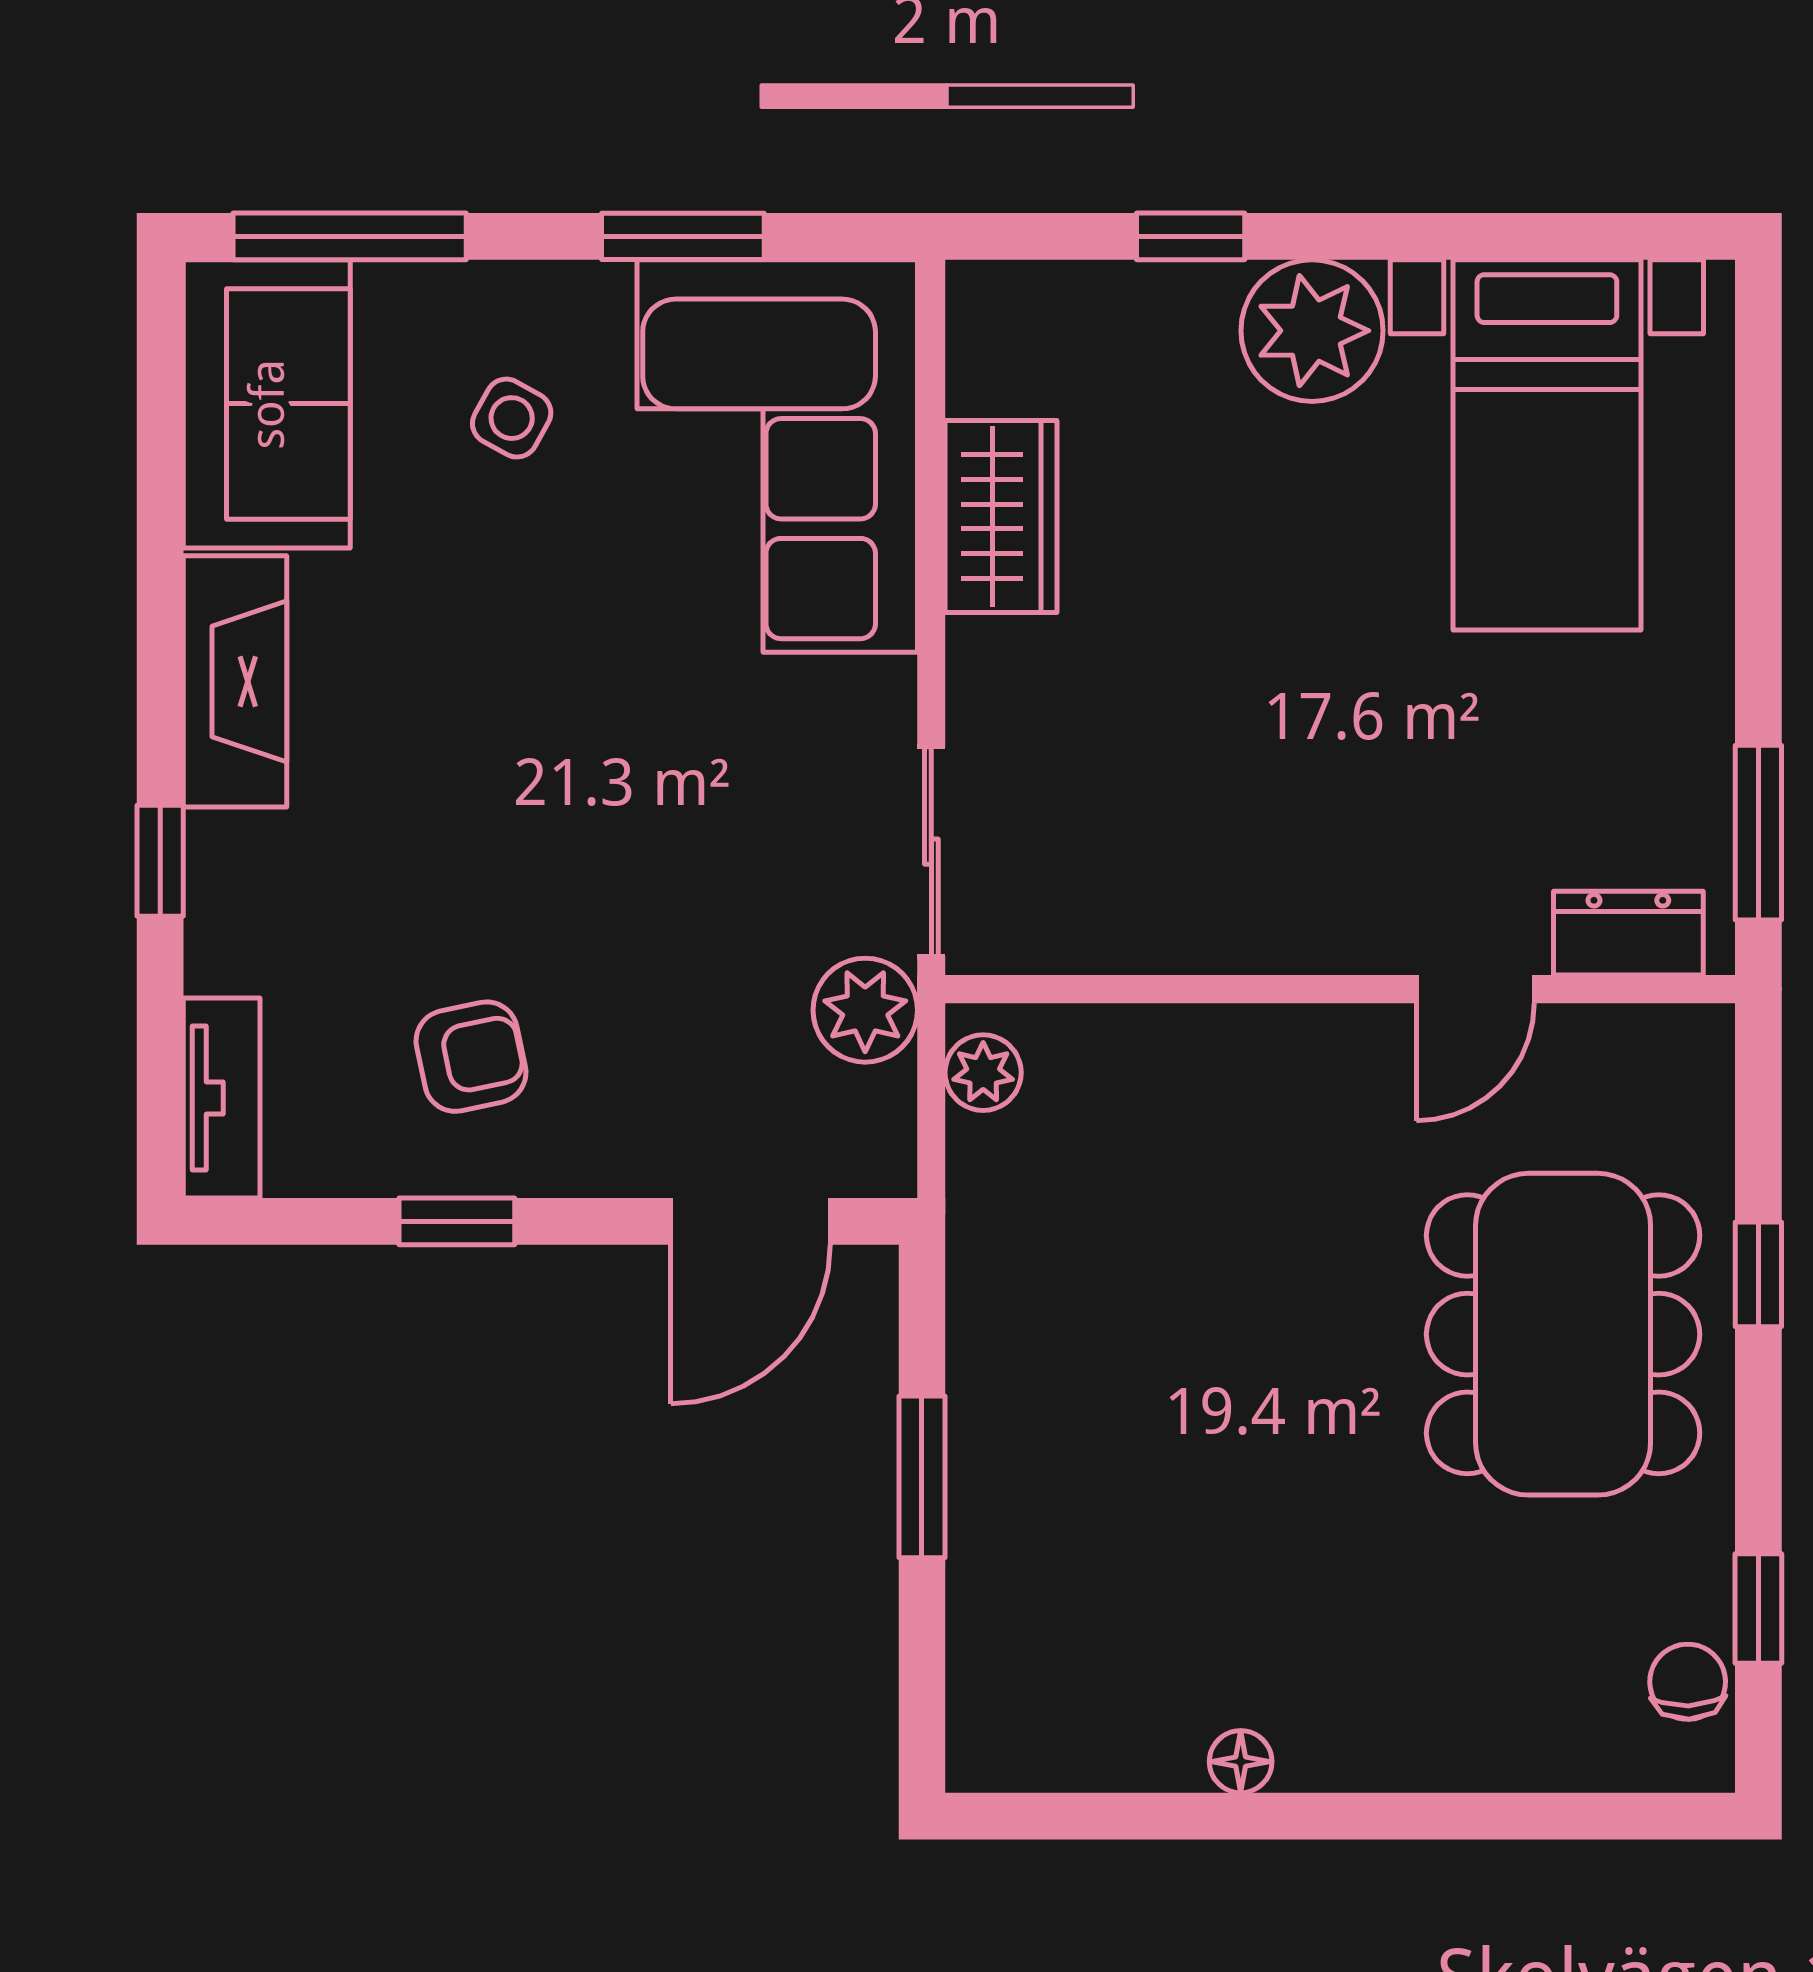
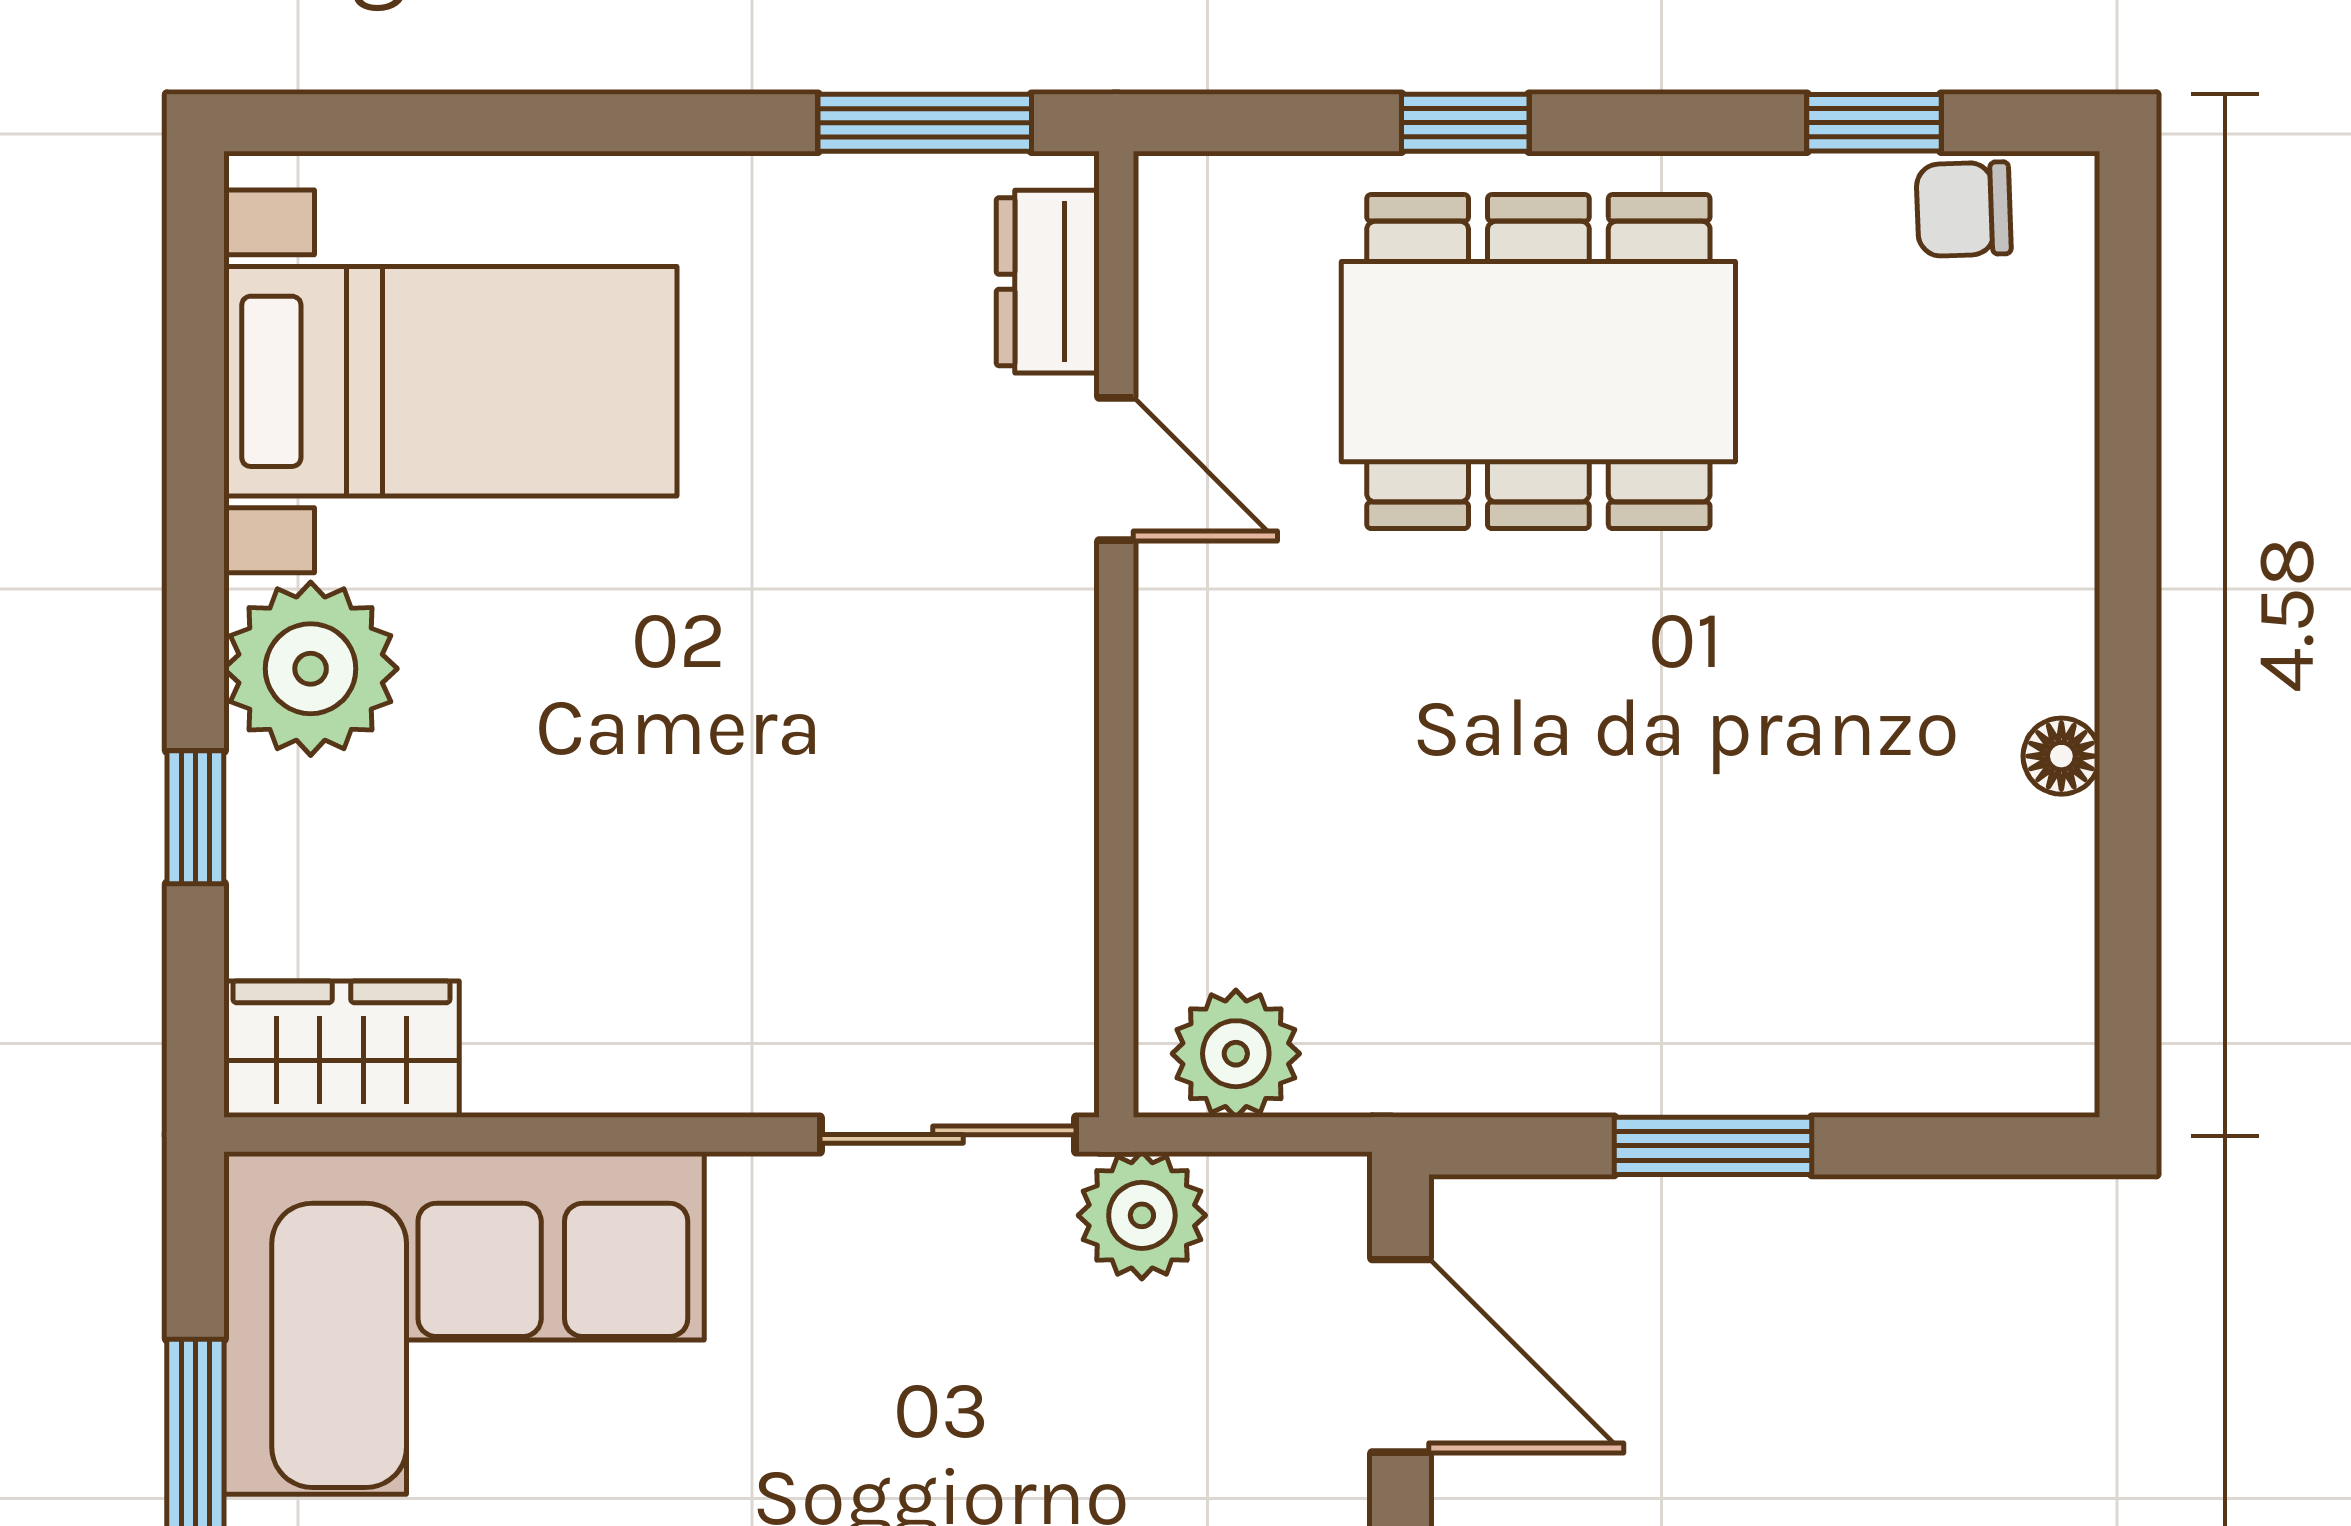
wardrobe: (1001, 517) -> (341, 1049), moved
plant: (983, 1073) -> (1236, 1054), width x1.38, depth x1.38

